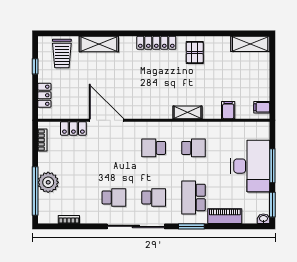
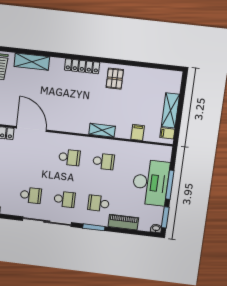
shelving: (250, 44) -> (170, 110), moved, turned 90
school desk: (154, 148) -> (69, 157), turned 180
school desk: (193, 197) -> (98, 203), width x0.54

